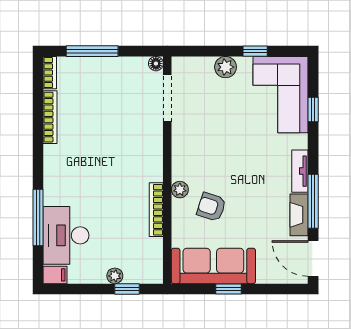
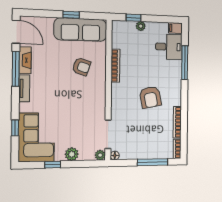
armchair: (97, 159) -> (150, 97), added
plant: (180, 190) -> (100, 155), moved
desk: (66, 235) -> (169, 47), width x0.73

